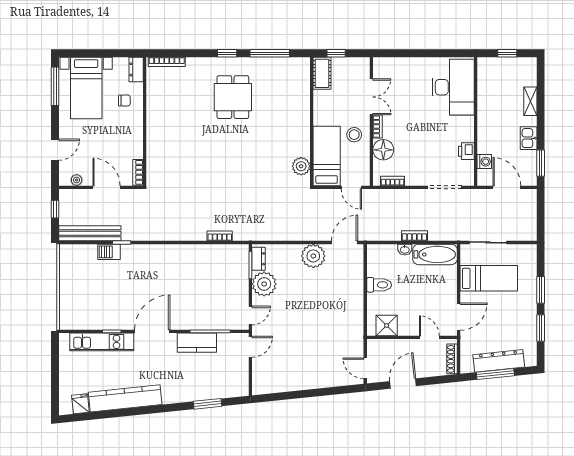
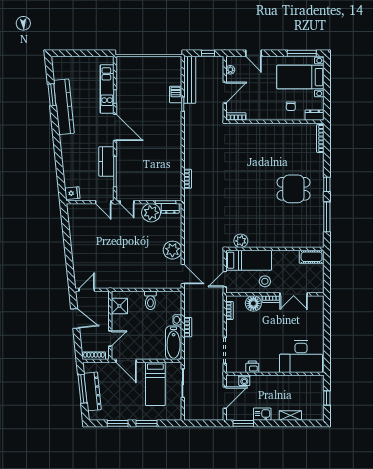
window: (336, 53) -> (327, 268), removed
fridge: (80, 404) -> (72, 193), moved
window: (208, 404) -> (52, 95), moved

